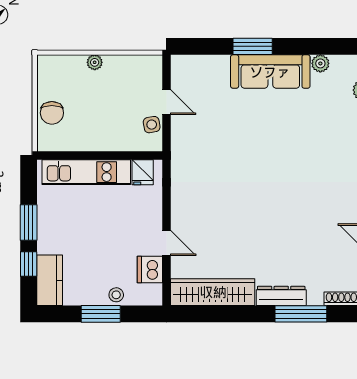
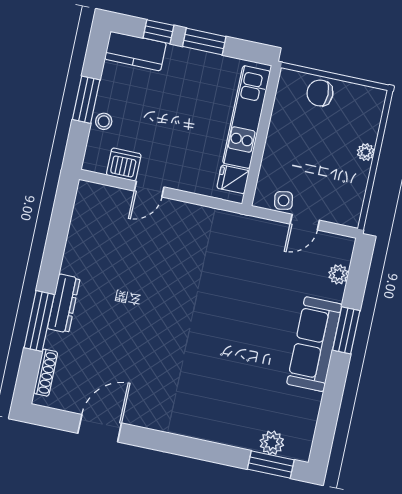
plant: (320, 63) -> (338, 274), moved
wardrobe: (213, 292) -> (84, 229), removed

